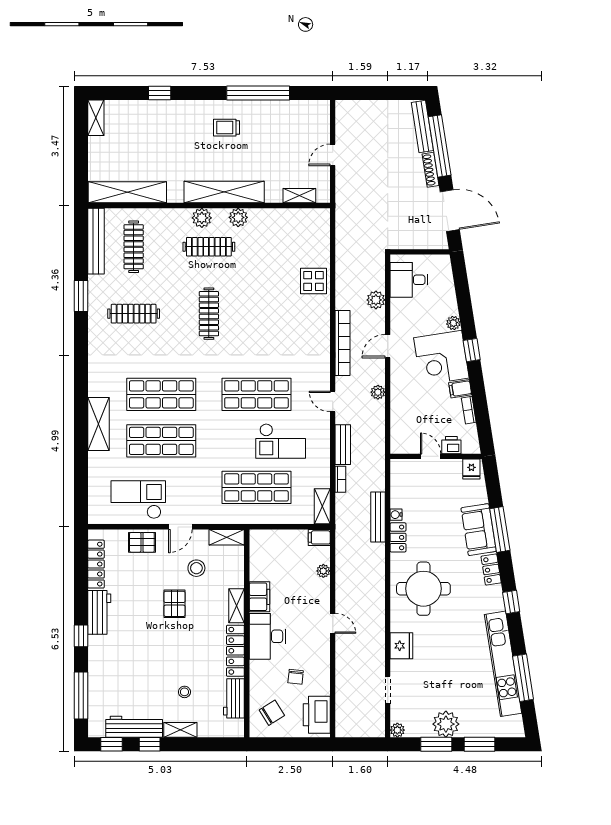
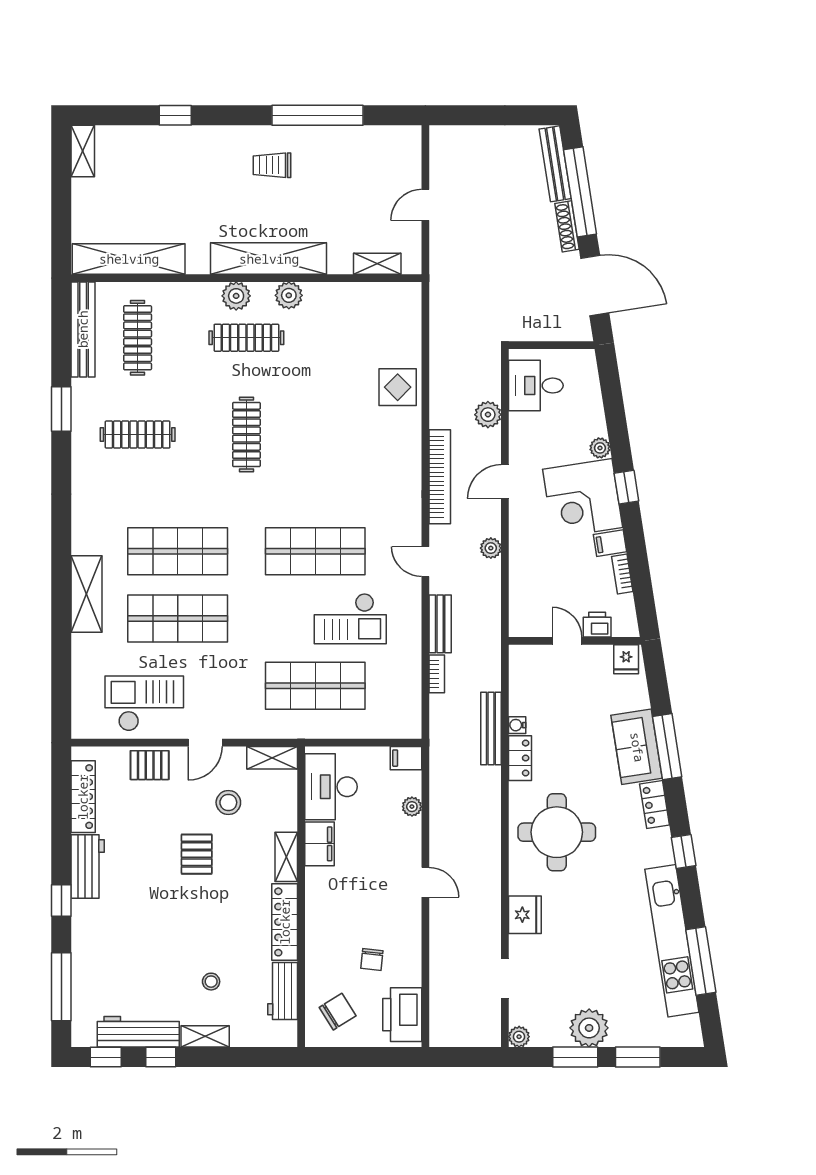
shelving: (322, 506) -> (410, 713), removed
desk: (267, 636) -> (331, 787), moved

